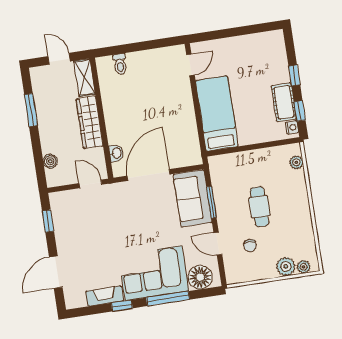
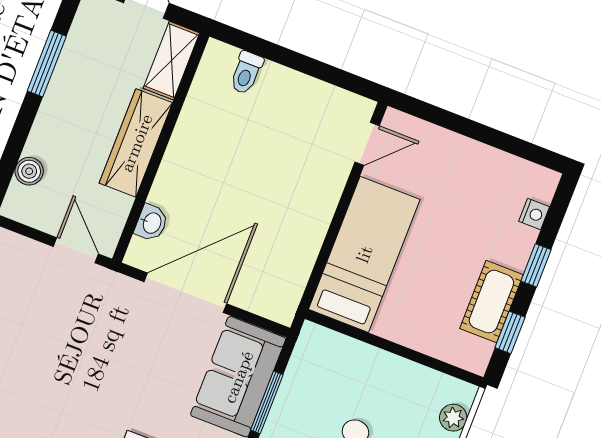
nightstand: (292, 127) -> (534, 214), moved

